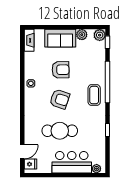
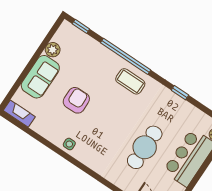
plant: (100, 35) -> (67, 30), removed
armchair: (60, 99) -> (109, 123), removed

